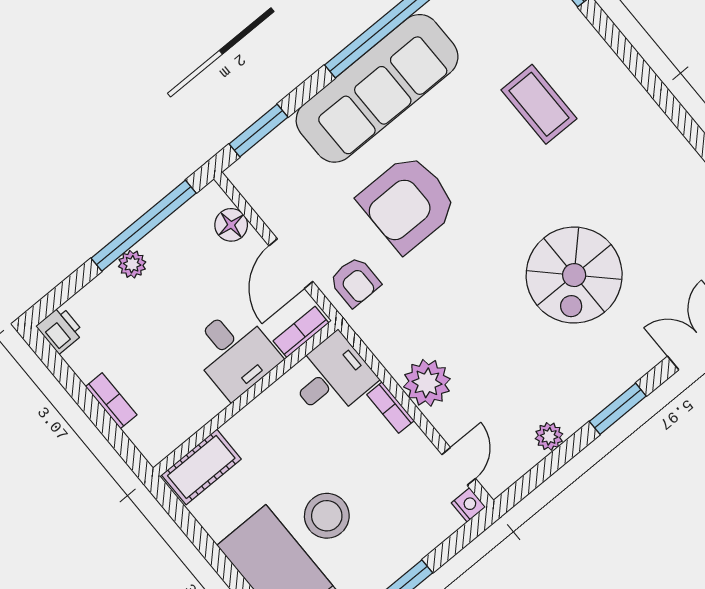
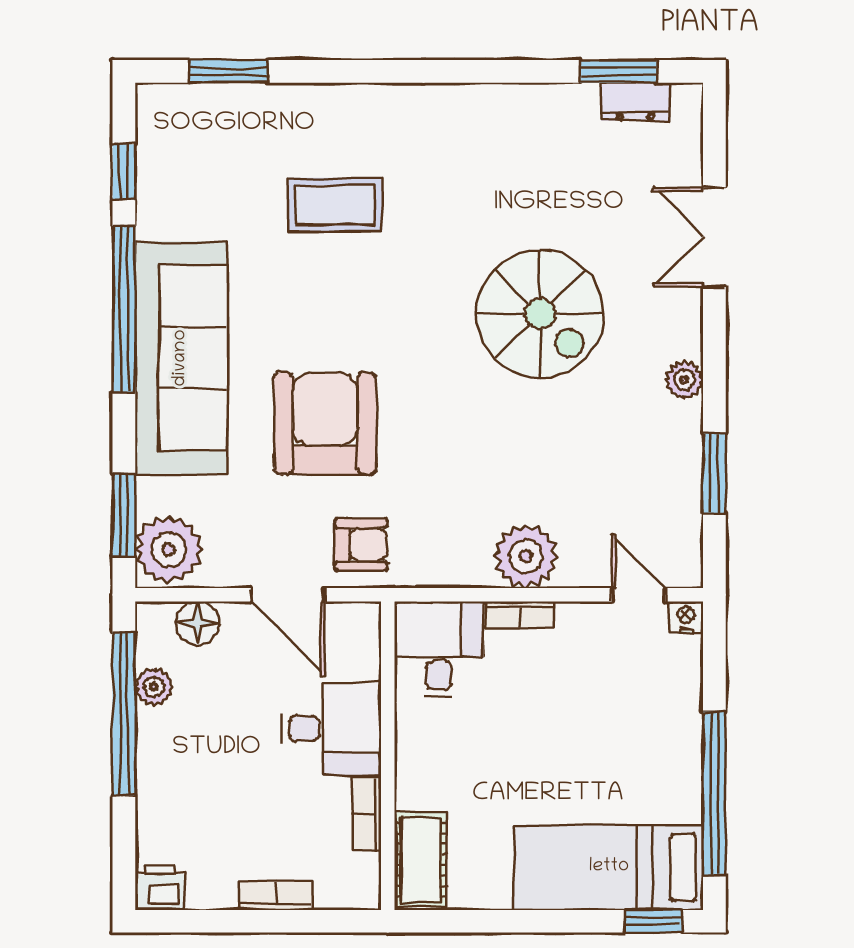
plant: (260, 173) -> (169, 550), added
armchair: (408, 203) -> (325, 423), turned 180
plant: (132, 264) -> (154, 687), moved
bookcase: (301, 332) -> (367, 815), moved
window: (618, 409) -> (714, 473), moved
plant: (549, 436) -> (684, 380), moved
stool: (327, 516) -> (577, 772), removed

